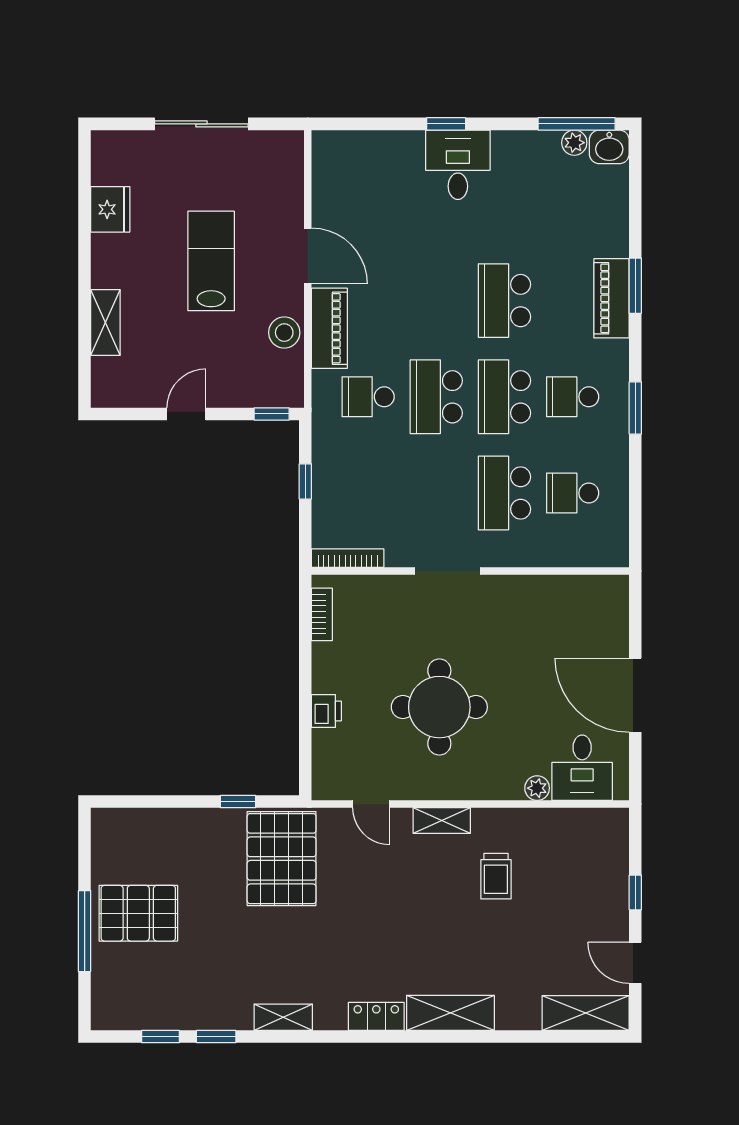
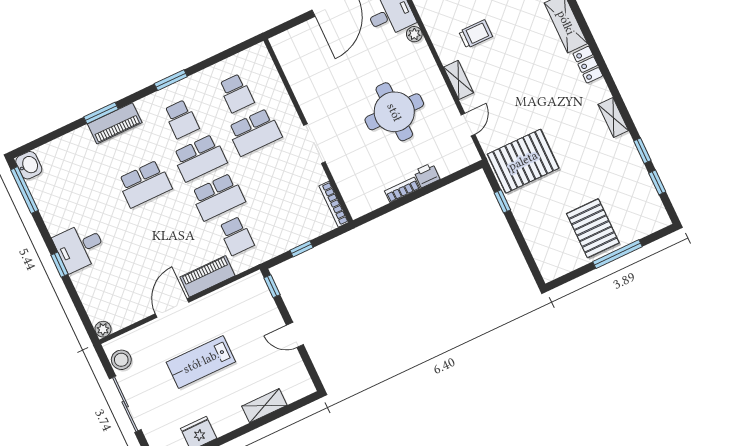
plant: (574, 143) -> (103, 329), moved
stool: (284, 333) -> (121, 360), moved
bookcase: (322, 614) -> (402, 190), moved

